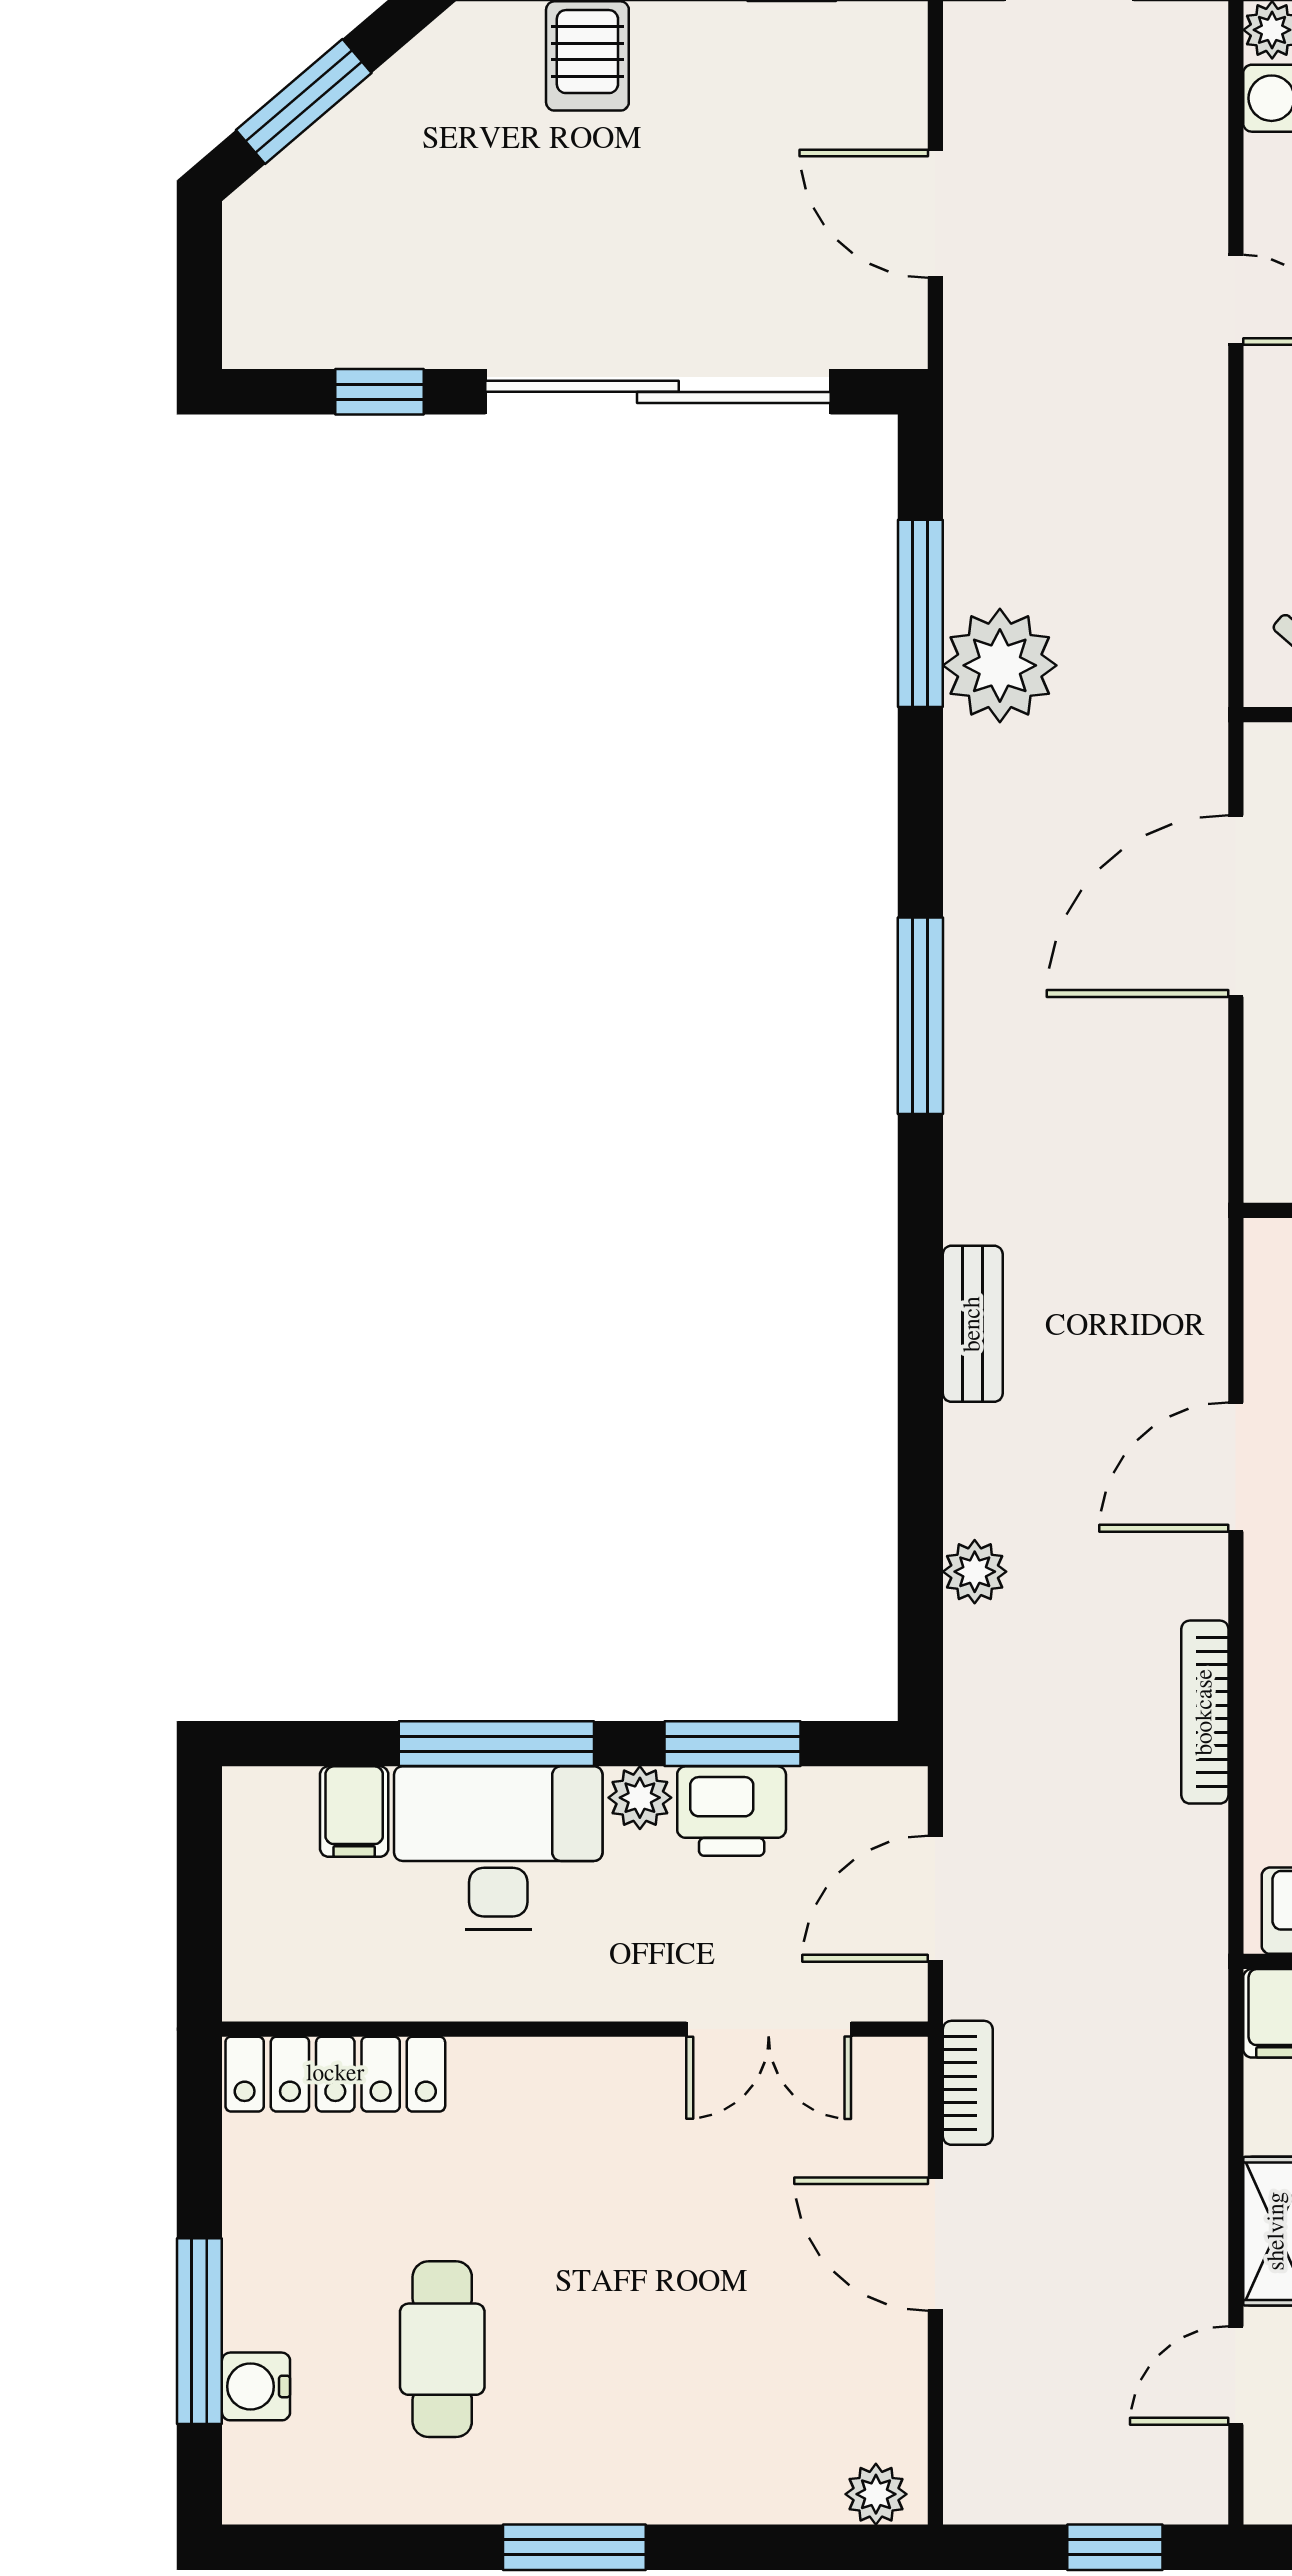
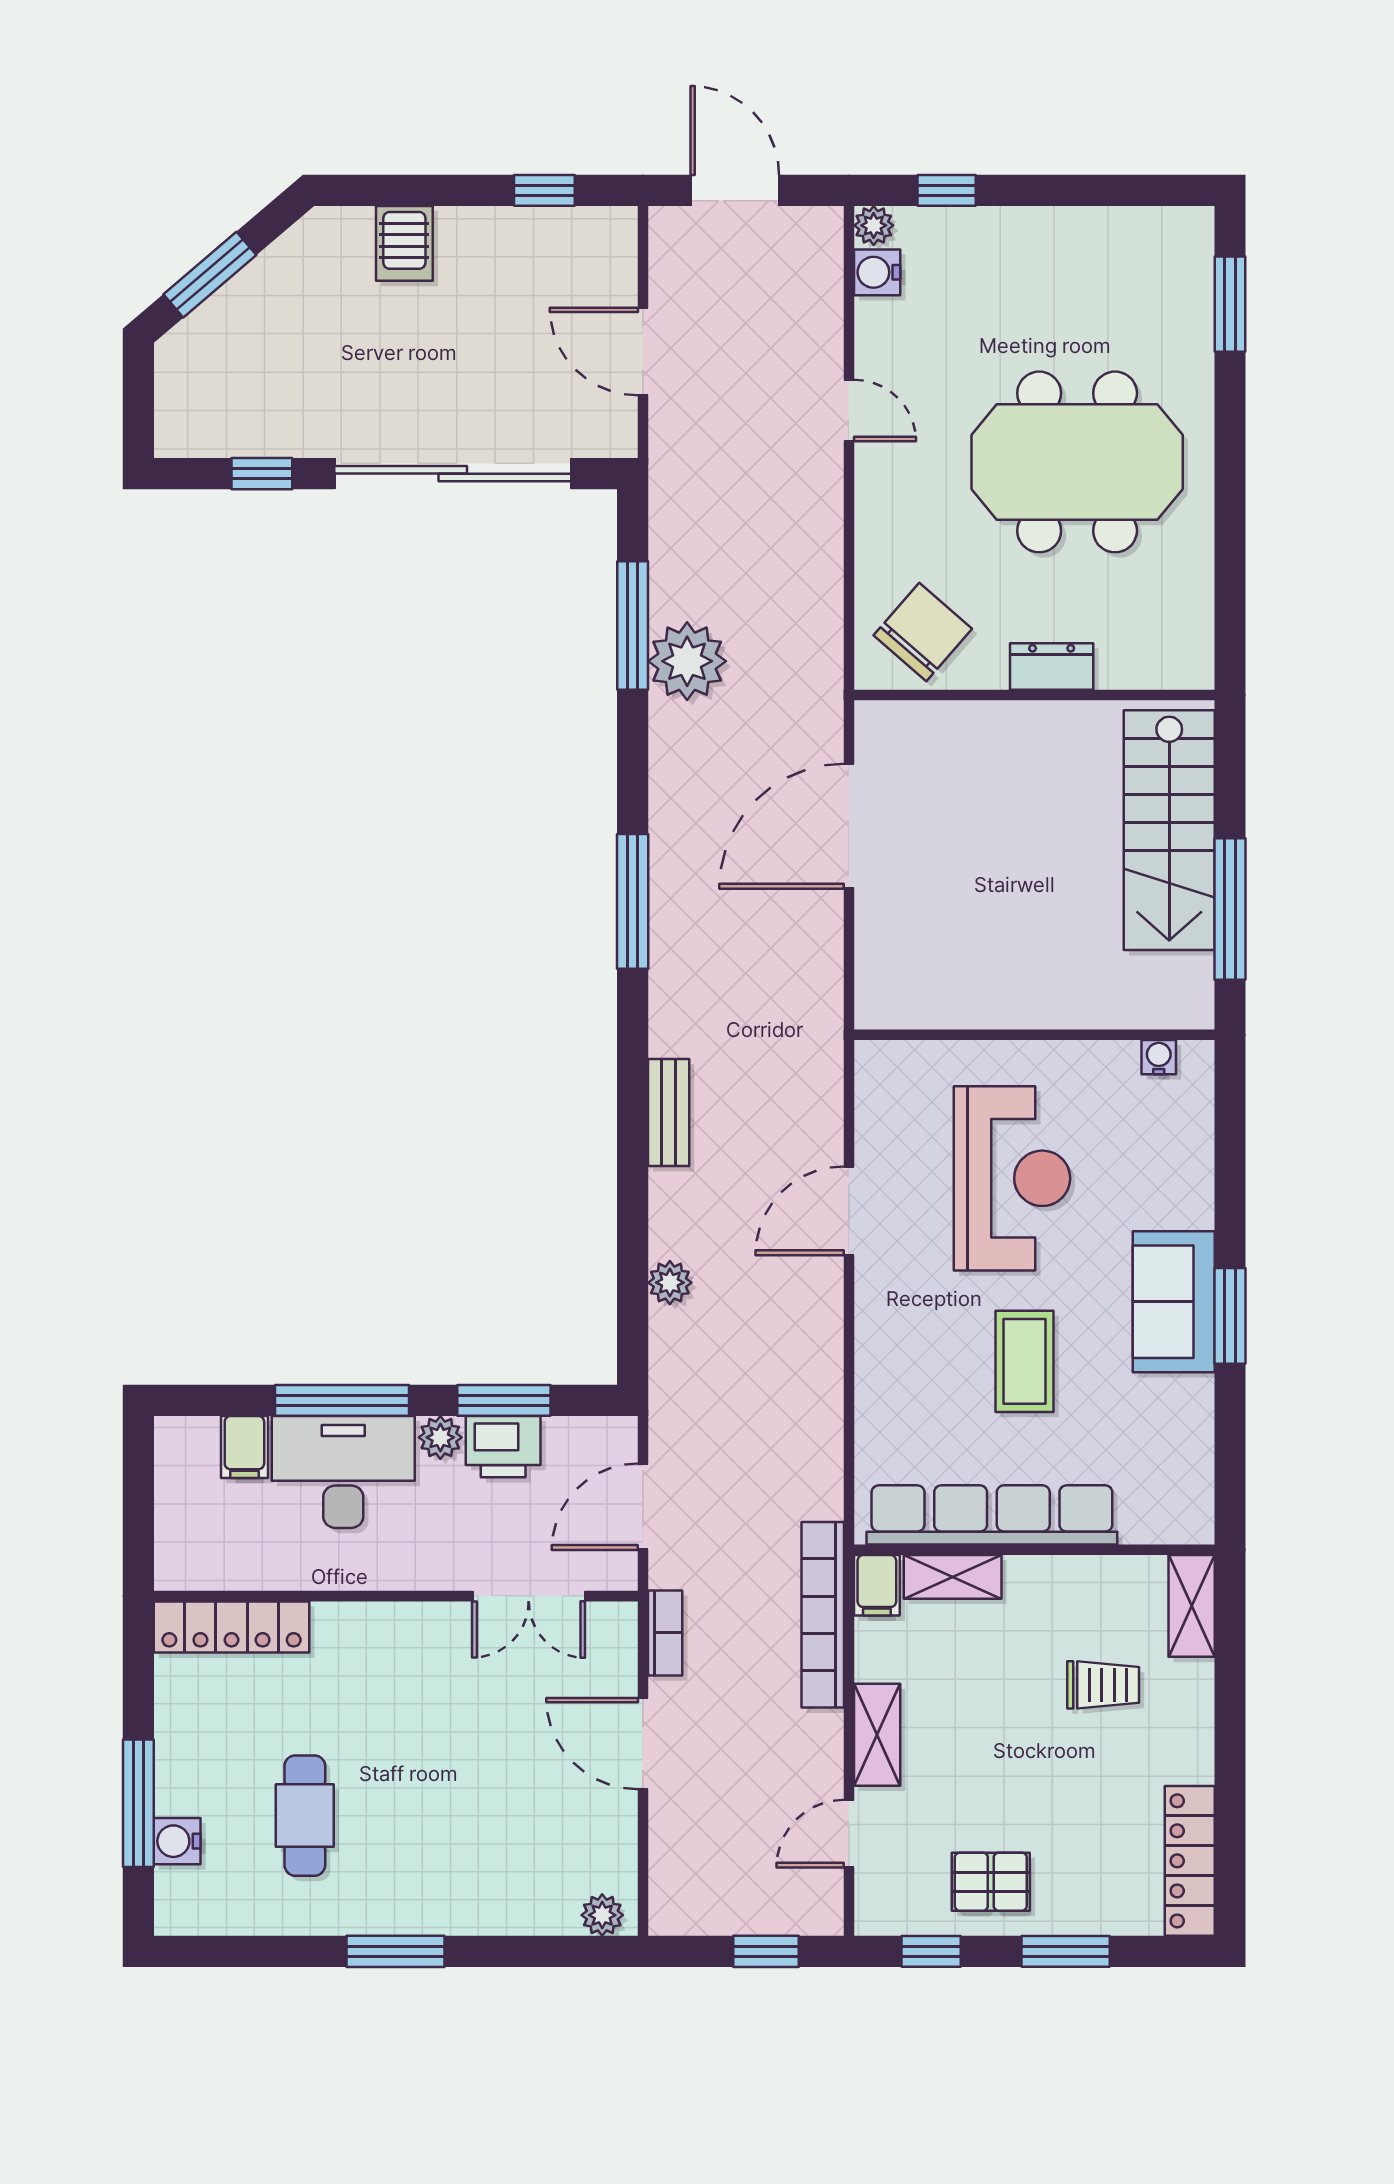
bookcase: (1205, 1712) -> (823, 1615), moved, width x1.48, depth x1.31

